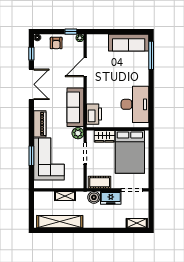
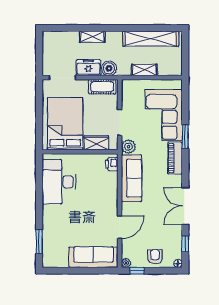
sofa: (129, 43) -> (93, 257), moved
window: (151, 55) -> (39, 242), width x0.69
printer: (94, 114) -> (112, 164), width x0.53, depth x0.68
window: (31, 156) -> (185, 137), moved
shelving: (137, 223) -> (92, 37), moved

